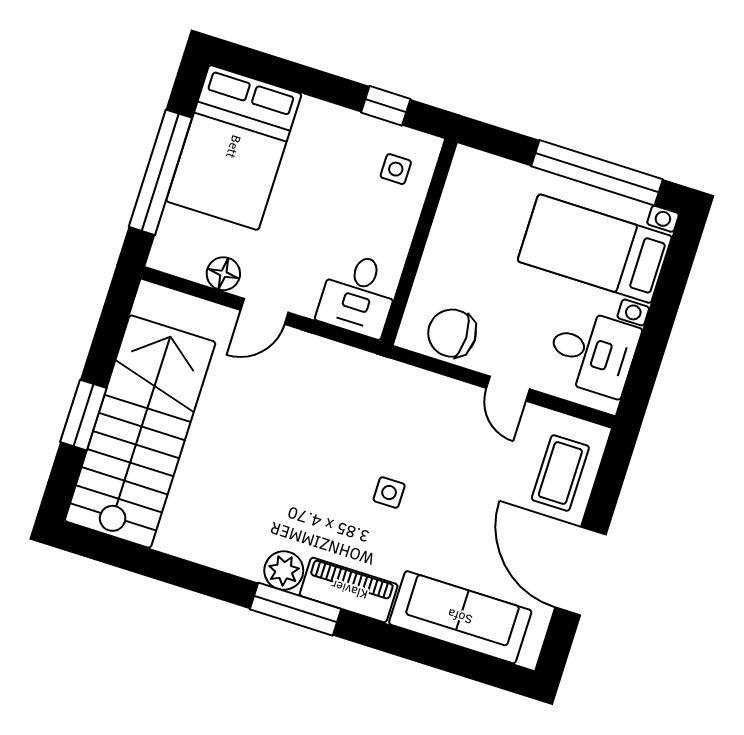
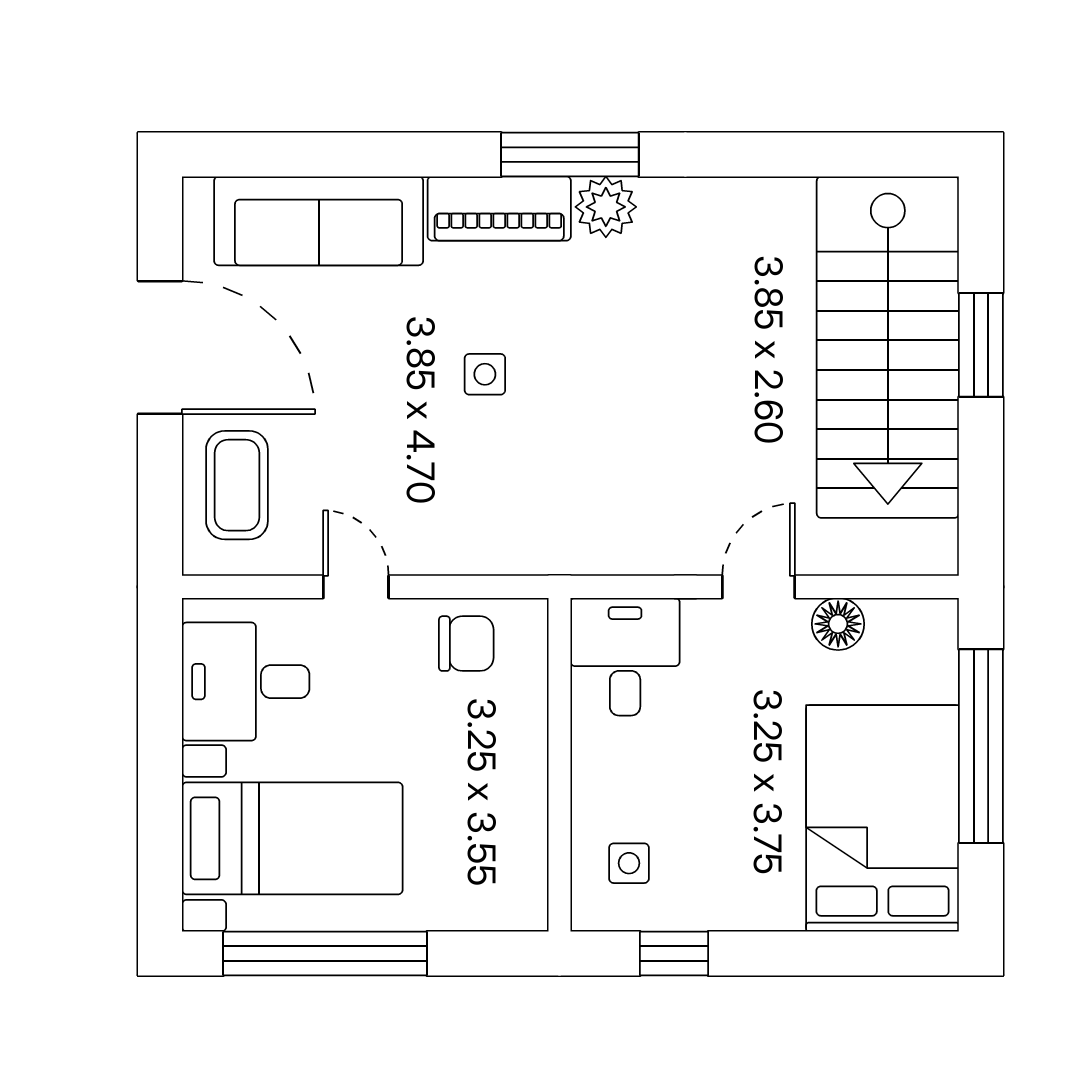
chair: (452, 333) -> (466, 644), width x0.73, depth x0.73

